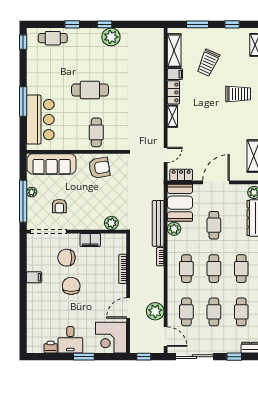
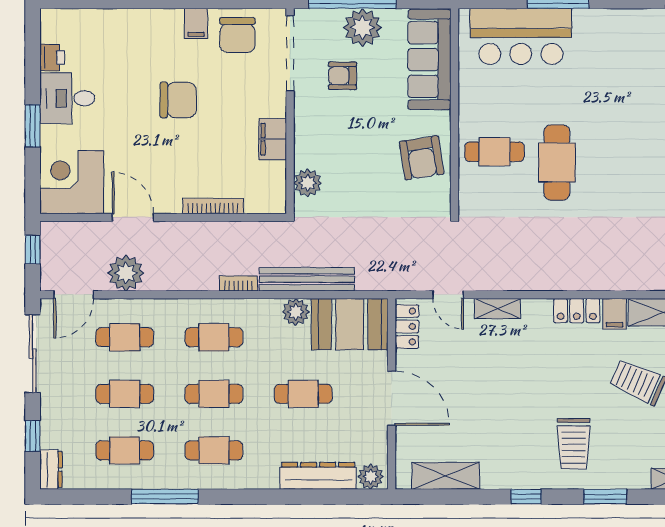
cafe table: (90, 90) -> (557, 162), moved
shelving: (172, 116) -> (497, 309), moved
plant: (32, 192) -> (362, 28), width x1.87, depth x1.87
chair: (66, 258) -> (237, 35), moved, turned 180

